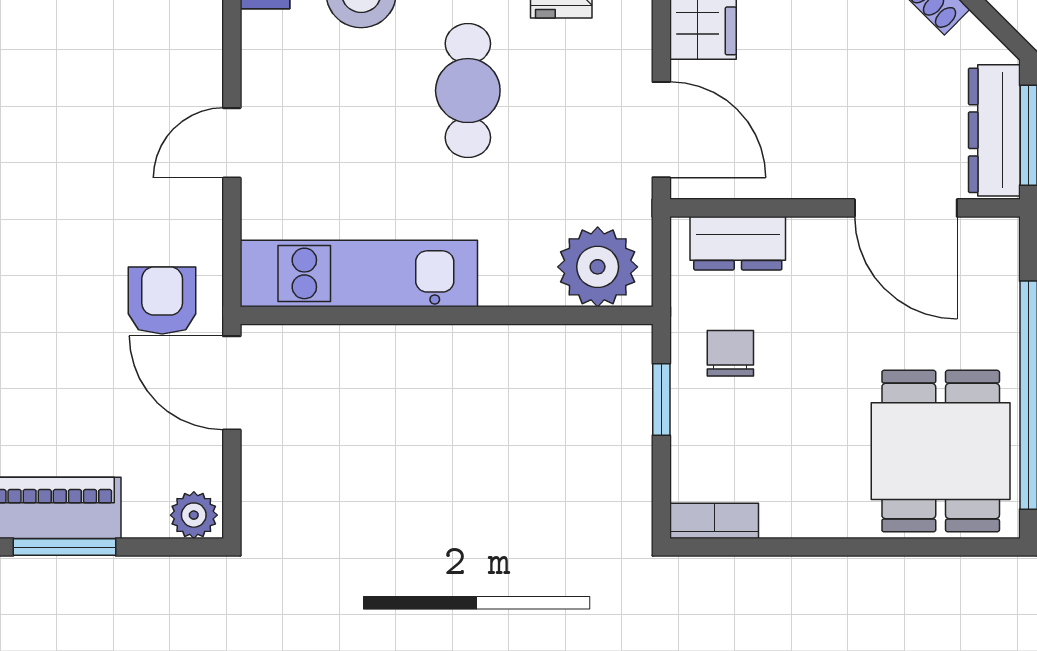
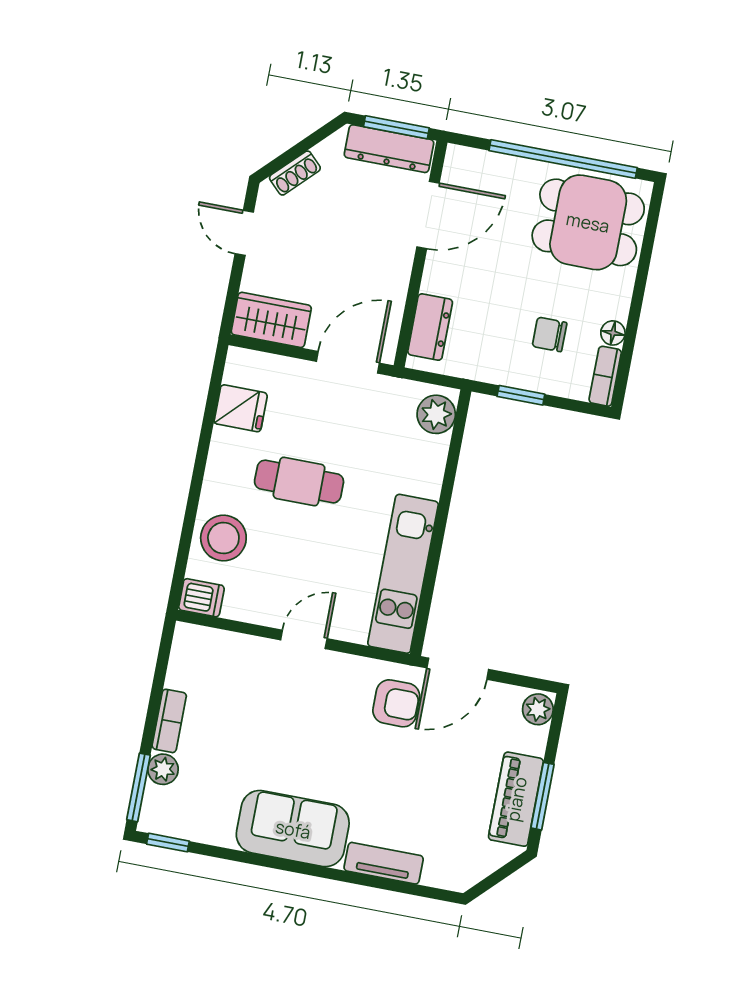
door: (232, 143) -> (304, 639), swing flipped
plant: (598, 267) -> (436, 414), width x0.73, depth x0.73
armchair: (162, 300) -> (396, 703), turned 180
chair: (730, 353) -> (550, 334), moved
floor lamp: (781, 520) -> (613, 333), added

